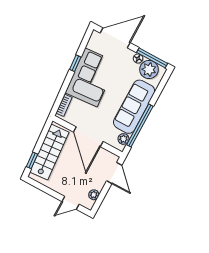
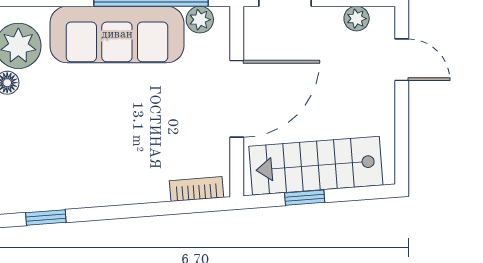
window: (75, 63) -> (46, 217), moved
corner sofa: (91, 77) -> (104, 163), removed
window: (32, 160) -> (305, 198), moved

